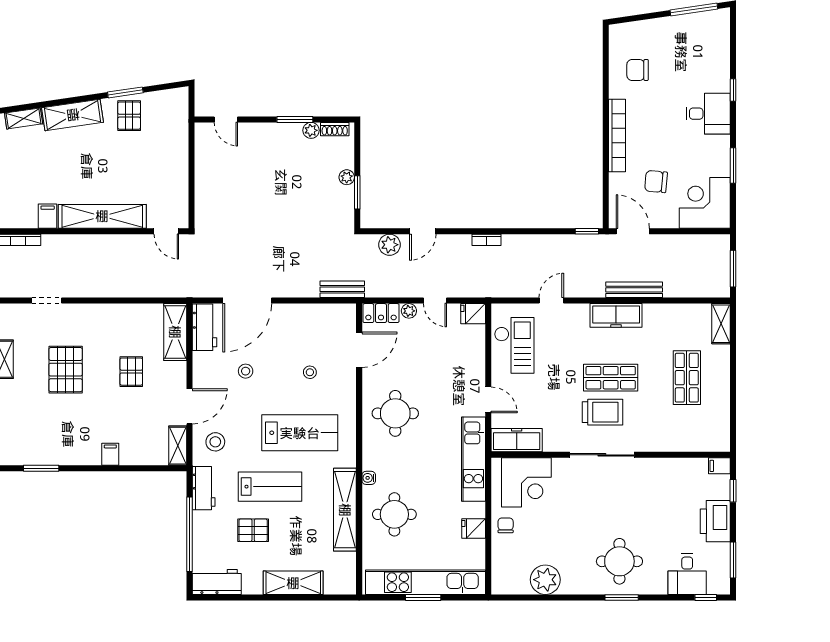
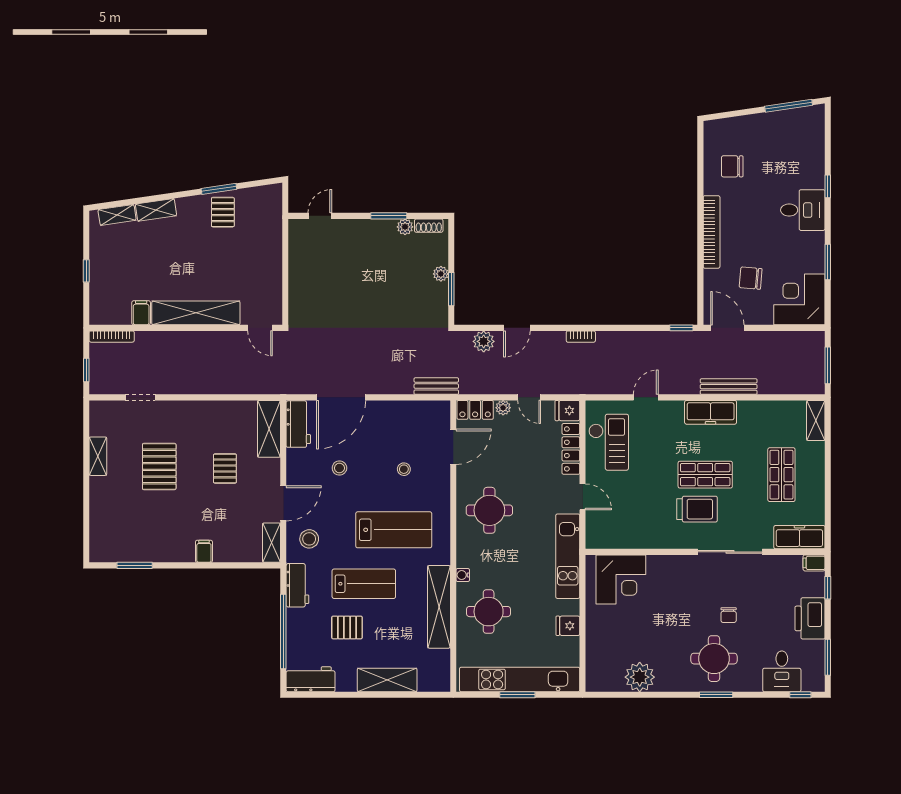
shelving: (73, 115) -> (156, 210), width x0.67, depth x0.75
door: (226, 119) -> (320, 216), swing flipped
locker: (477, 352) -> (571, 449), added
freezer: (517, 440) -> (799, 537), moved
sliding door: (602, 455) -> (730, 552), moved
chair: (506, 525) -> (729, 615), moved, turned 180

